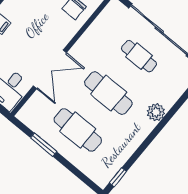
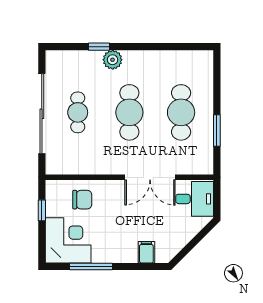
double door: (50, 69) -> (150, 177), swing flipped
window: (118, 177) -> (99, 47), moved

